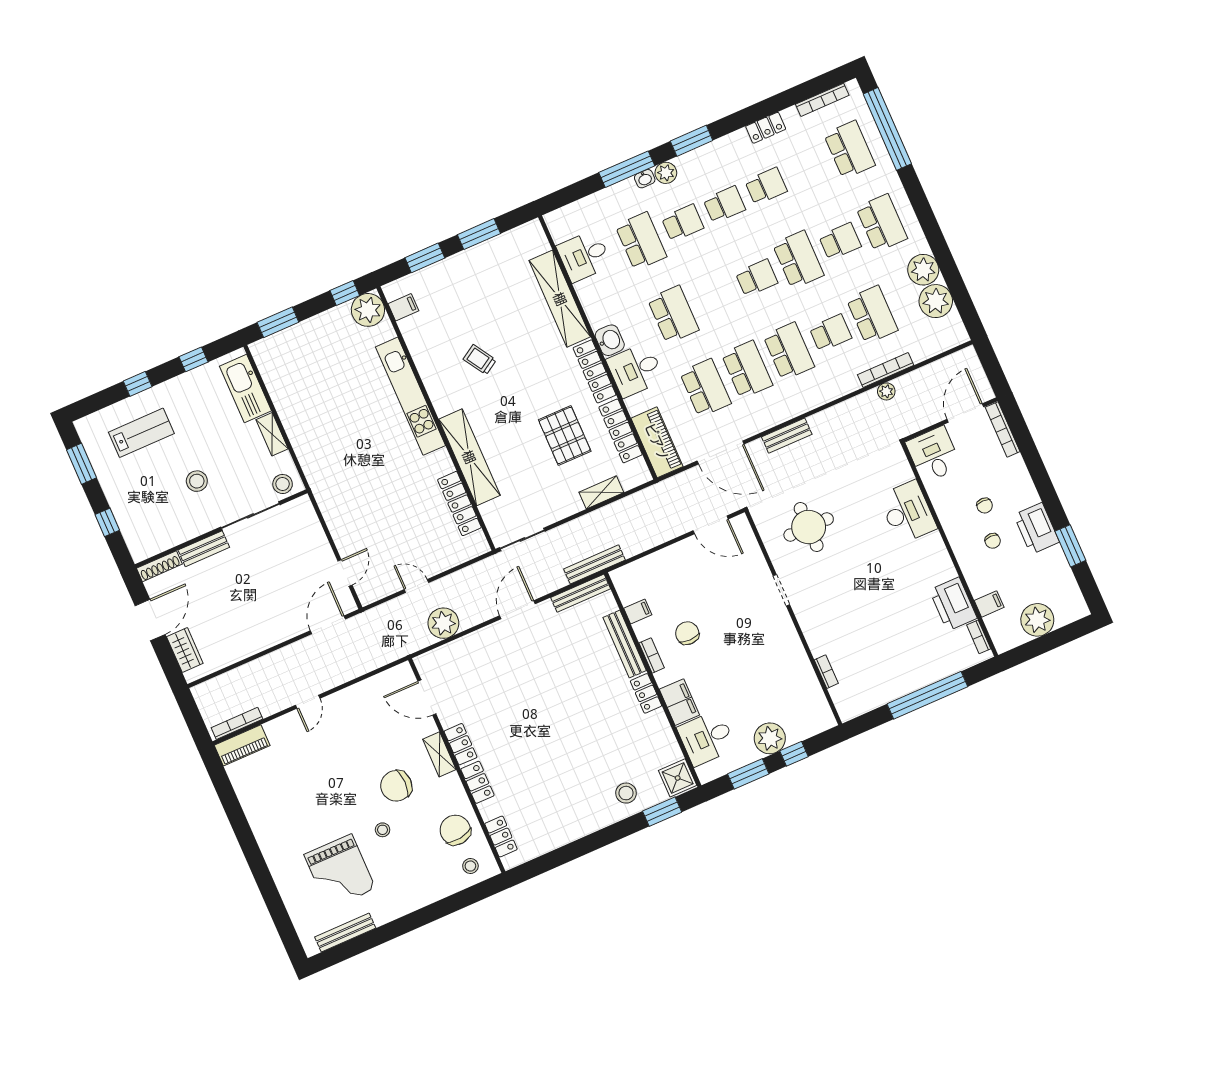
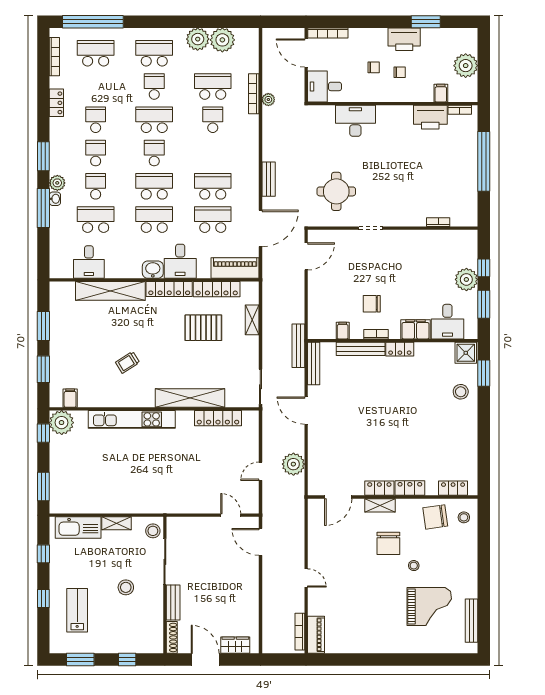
school desk: (789, 351) -> (154, 186), moved

